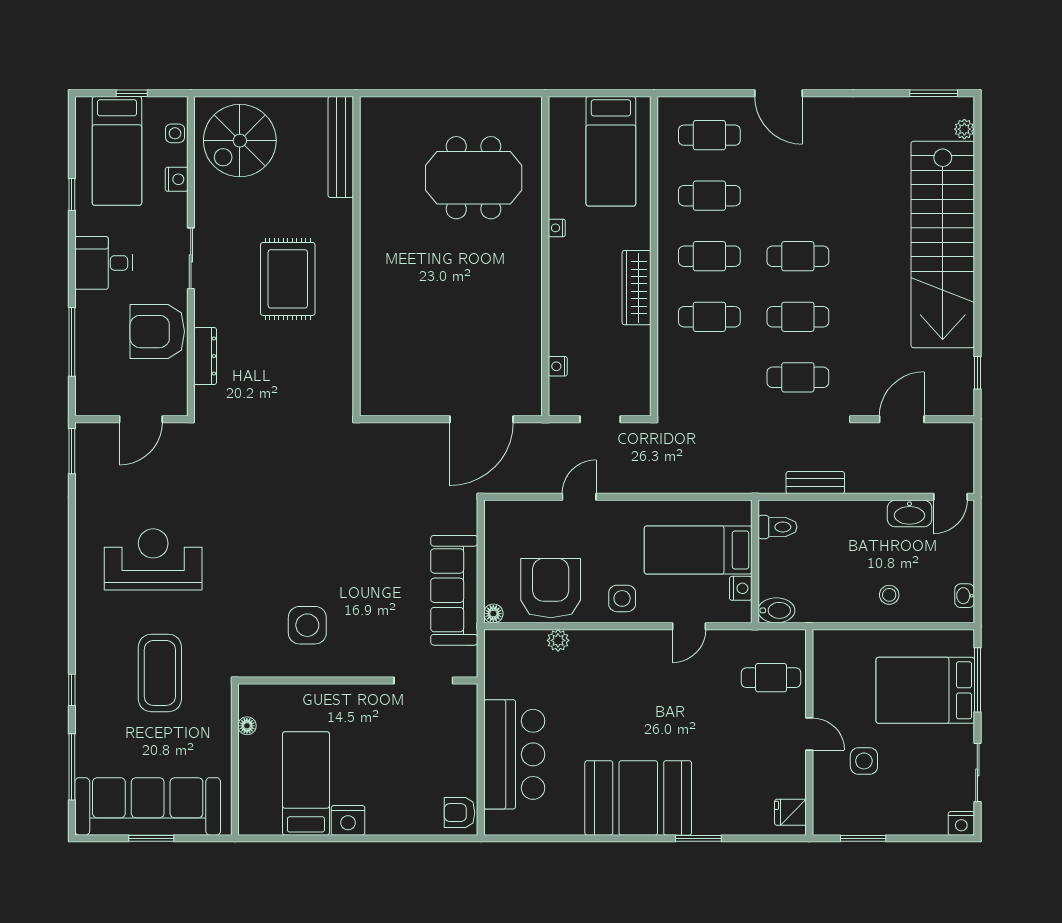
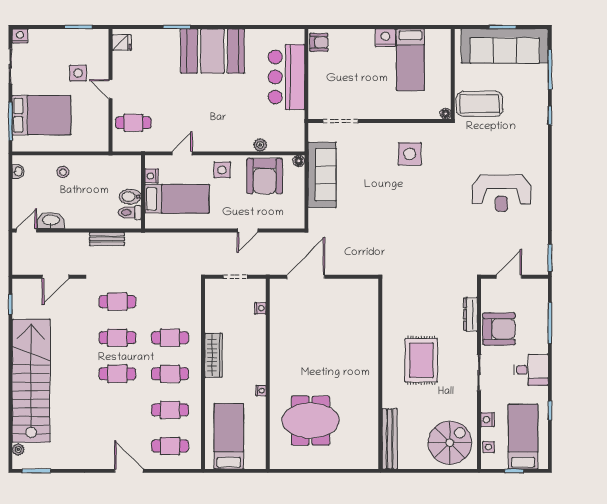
bidet: (776, 610) -> (130, 197), moved
coffee table: (160, 673) -> (479, 104), moved, turned 90
floor lamp: (247, 726) -> (446, 114), moved

